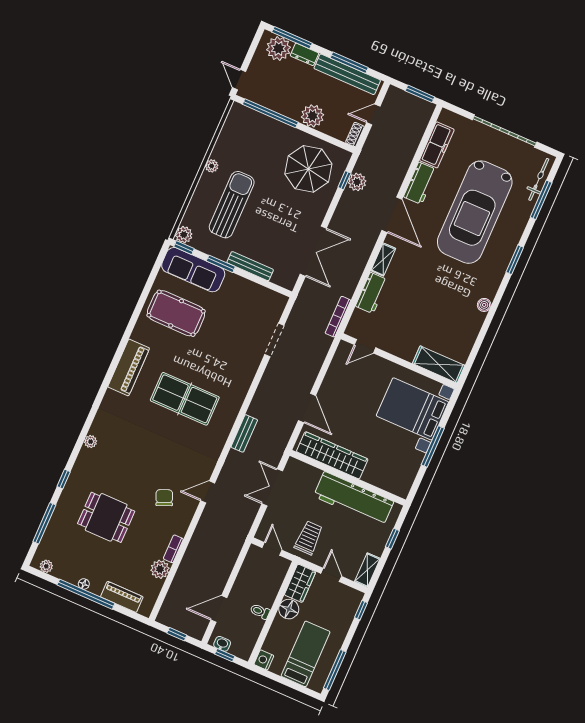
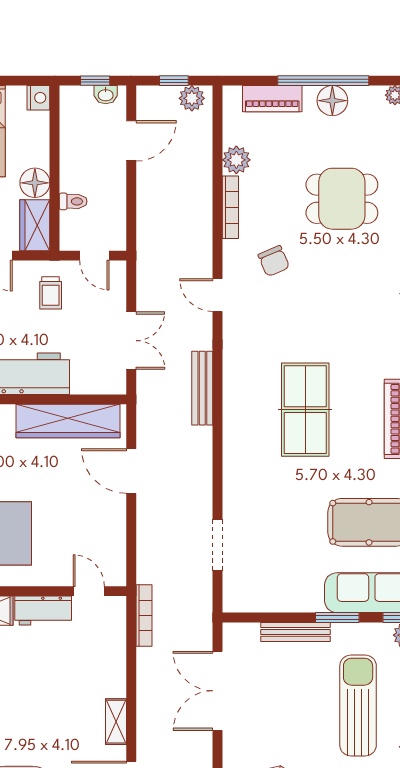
sun lounger: (232, 205) -> (358, 706), turned 180
workbench: (372, 293) -> (43, 611), moved, turned -90
door: (365, 346) -> (89, 591), hinge flipped
table tennis table: (185, 399) -> (305, 410), turned 90
bench: (244, 433) -> (202, 388), width x1.36
door: (208, 492) -> (217, 295), swing flipped
trolley: (309, 538) -> (51, 293), width x0.73, depth x0.72
bookcase: (173, 549) -> (230, 207), width x1.56
floor lamp: (84, 584) -> (332, 101), width x1.89, depth x1.89
toilet: (260, 611) -> (73, 201), moved
plant: (171, 619) -> (192, 98), added

